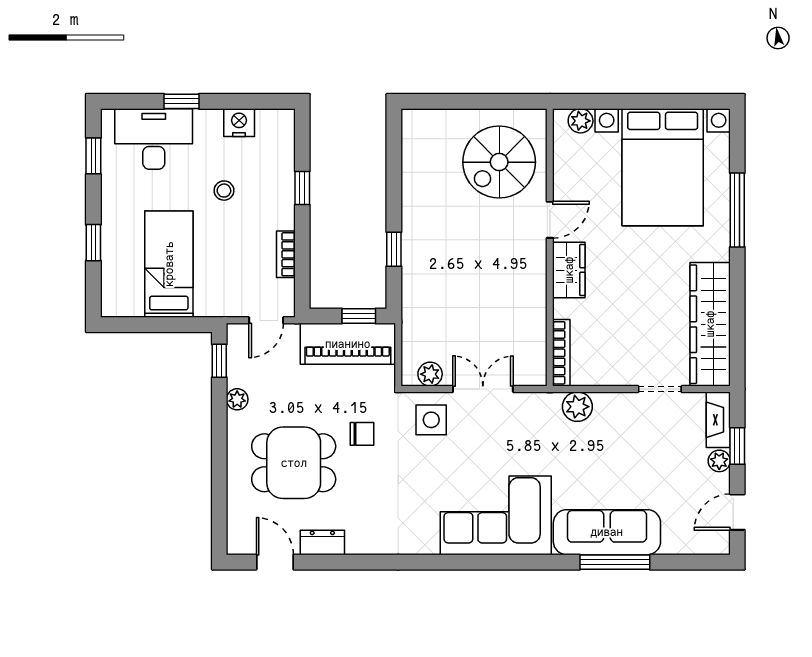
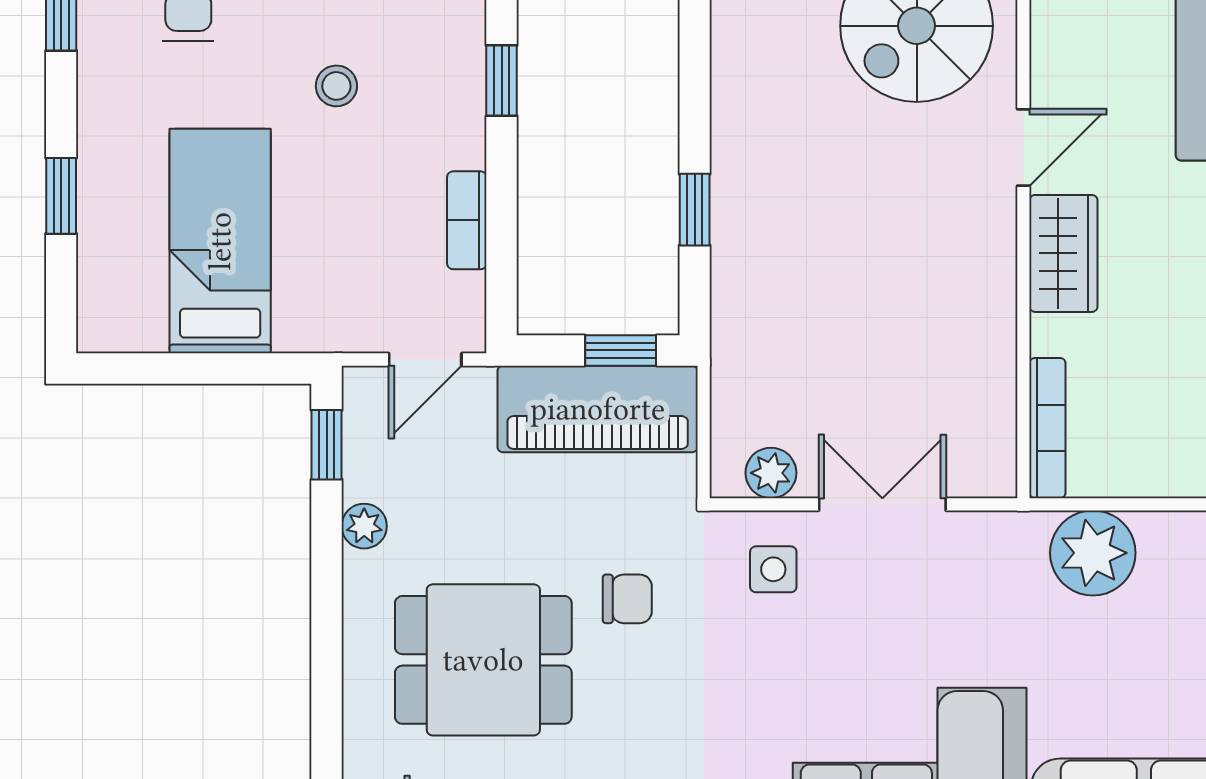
plant: (577, 407) -> (1093, 553), width x1.36, depth x1.36
side table: (431, 420) -> (773, 569), width x0.73, depth x0.73

